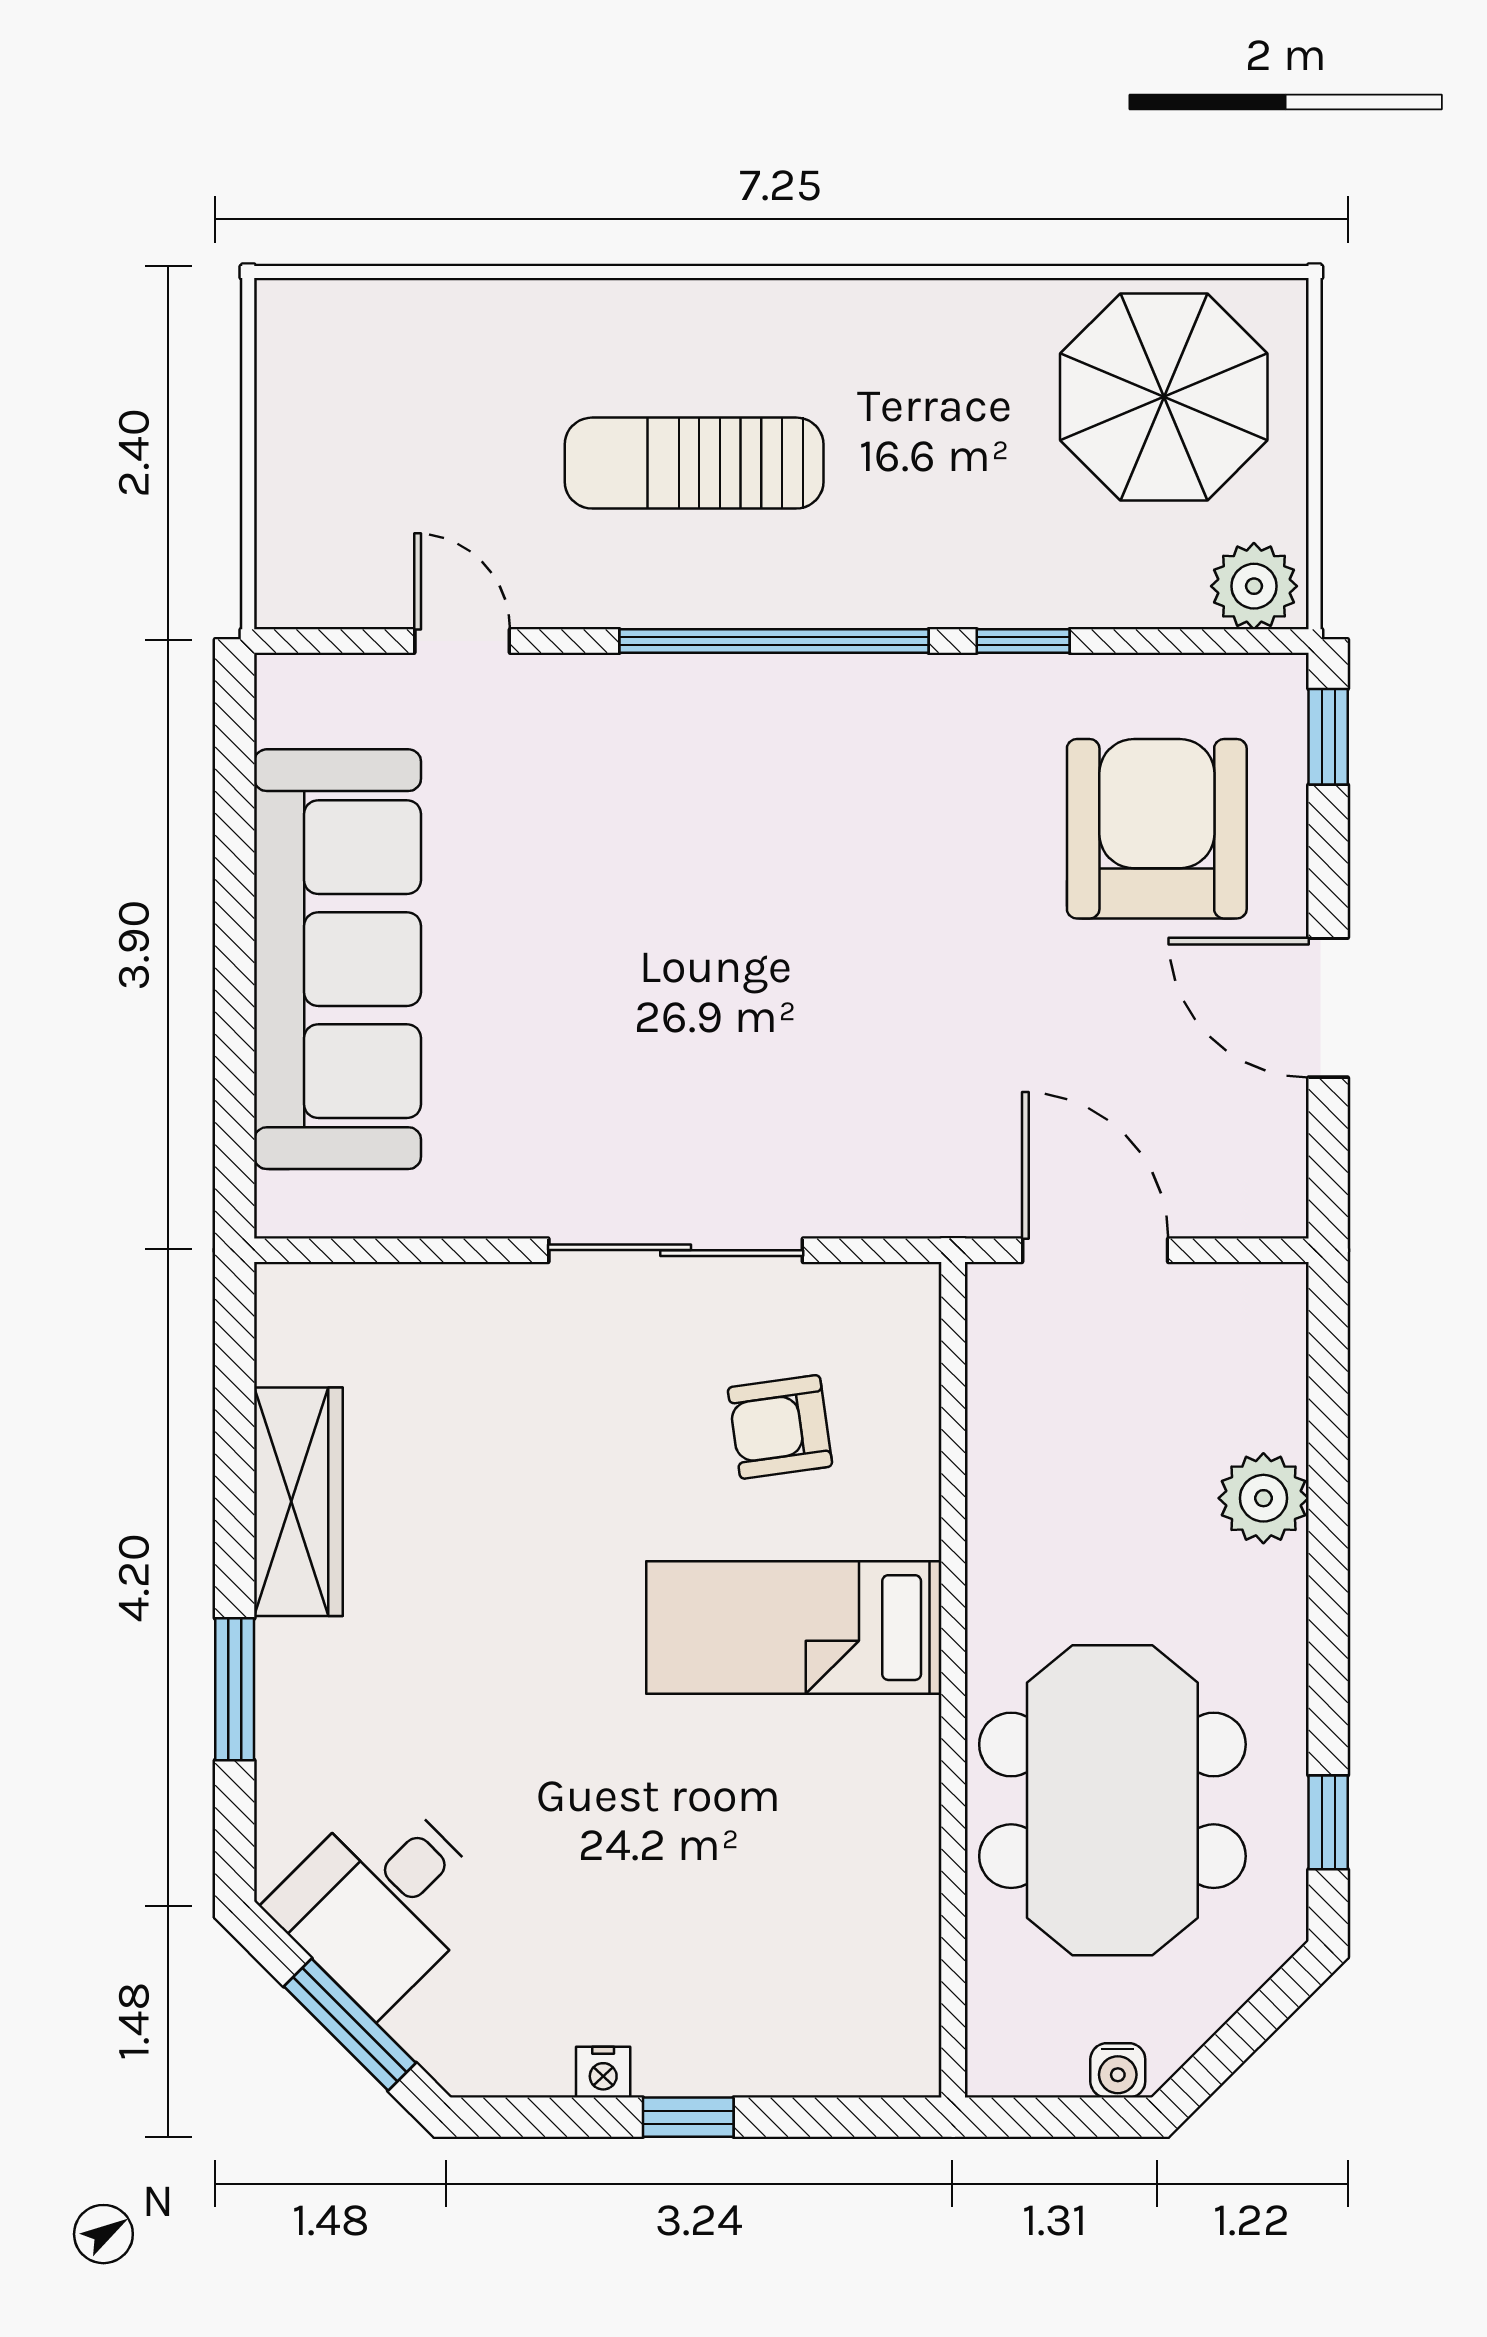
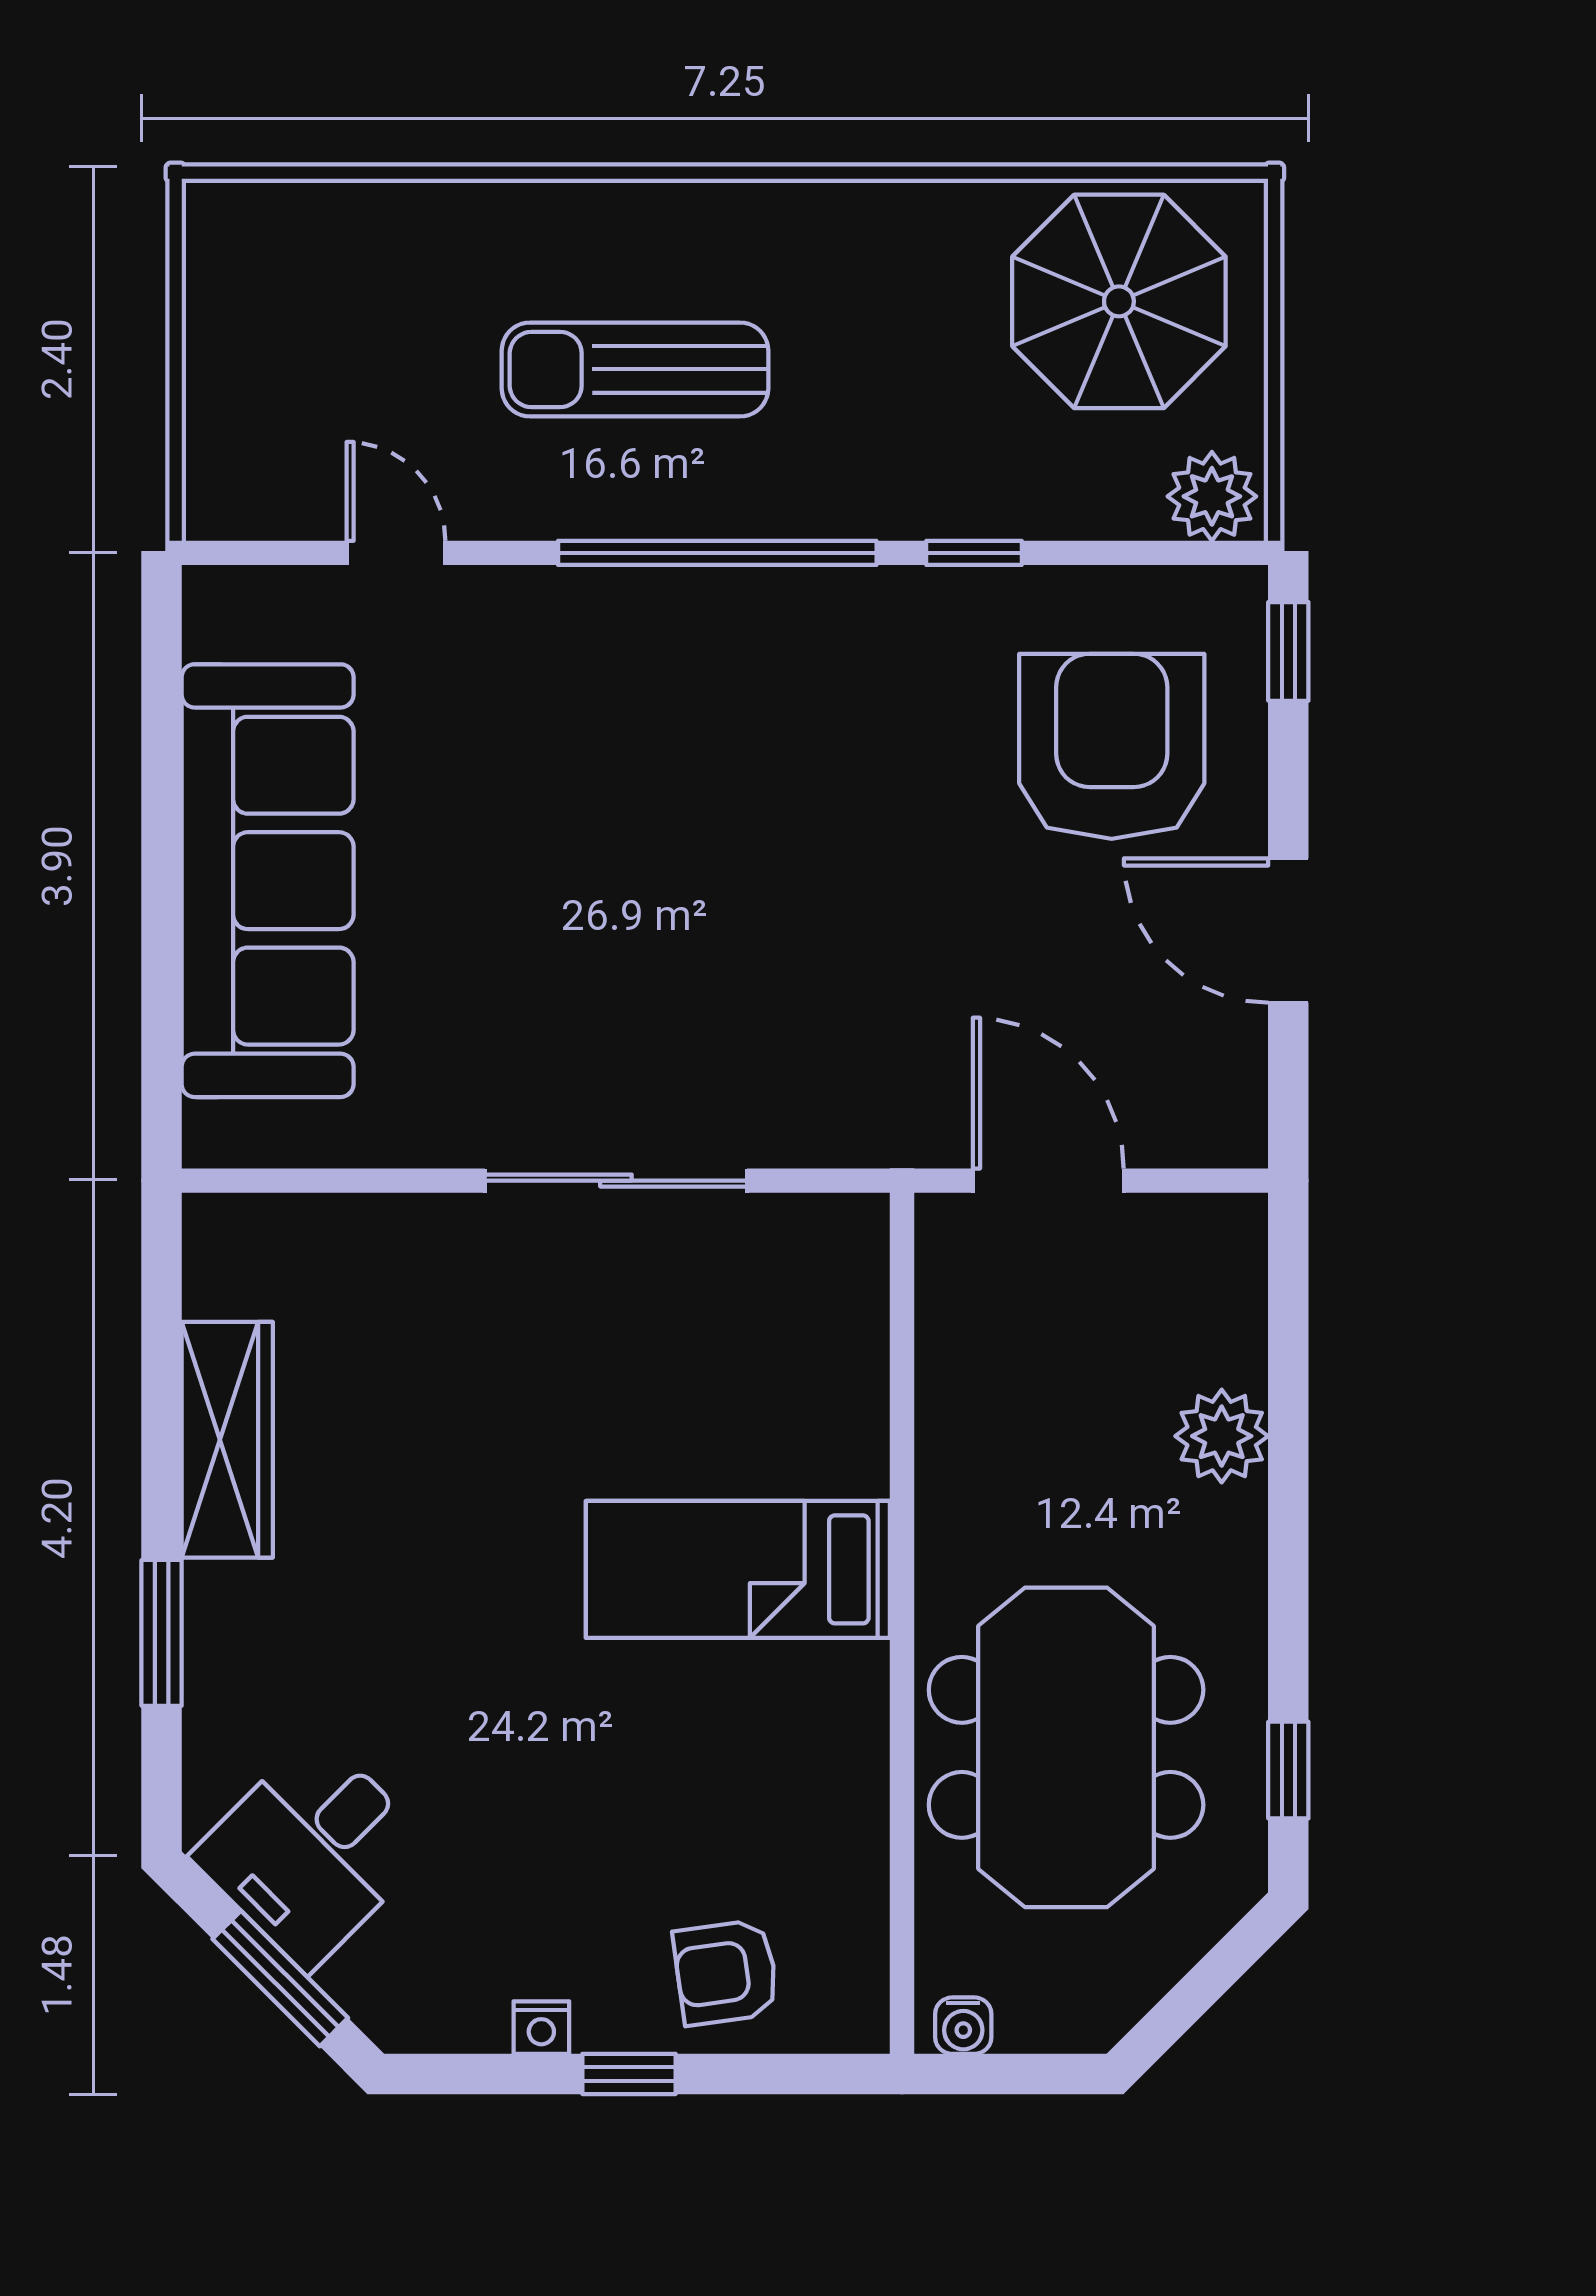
armchair: (780, 1427) -> (726, 1972), moved
water cooler: (1118, 2070) -> (963, 2026), moved

